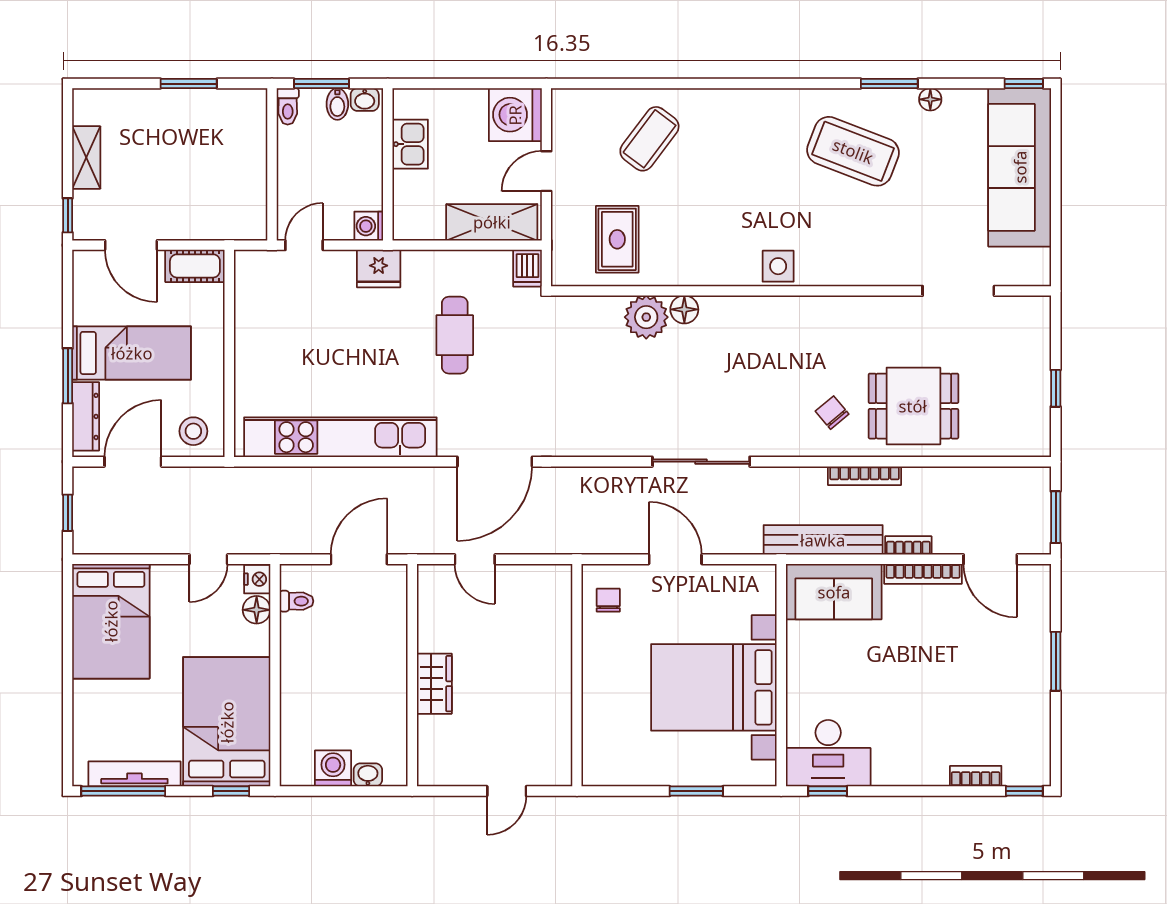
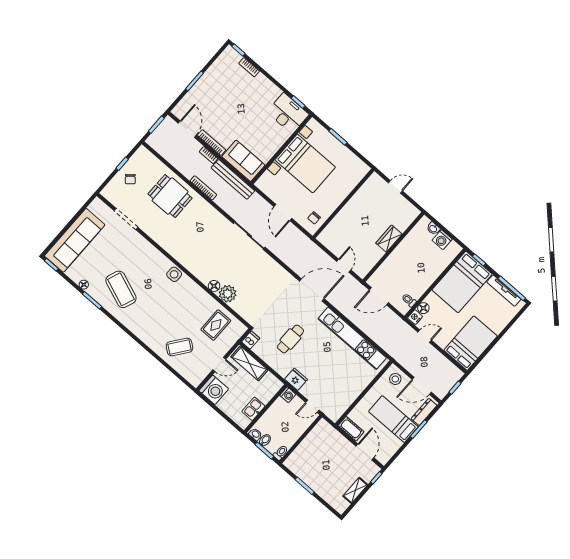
chair: (832, 413) -> (130, 179), moved

